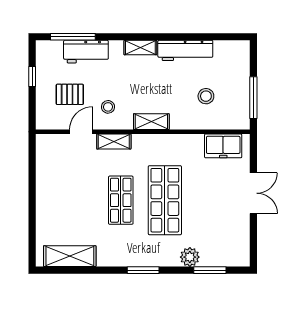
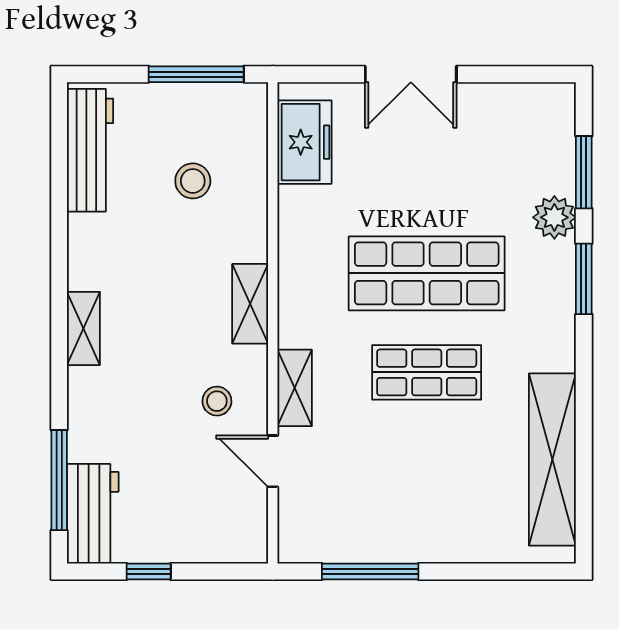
workbench: (185, 50) -> (90, 150), moved
workbench: (86, 52) -> (93, 514), moved
pallet: (70, 94) -> (189, 487), removed
window: (32, 175) -> (370, 572), added
double door: (253, 193) -> (411, 74), swing flipped
shelving: (70, 256) -> (552, 460), width x1.47
window: (143, 270) -> (584, 279), moved

